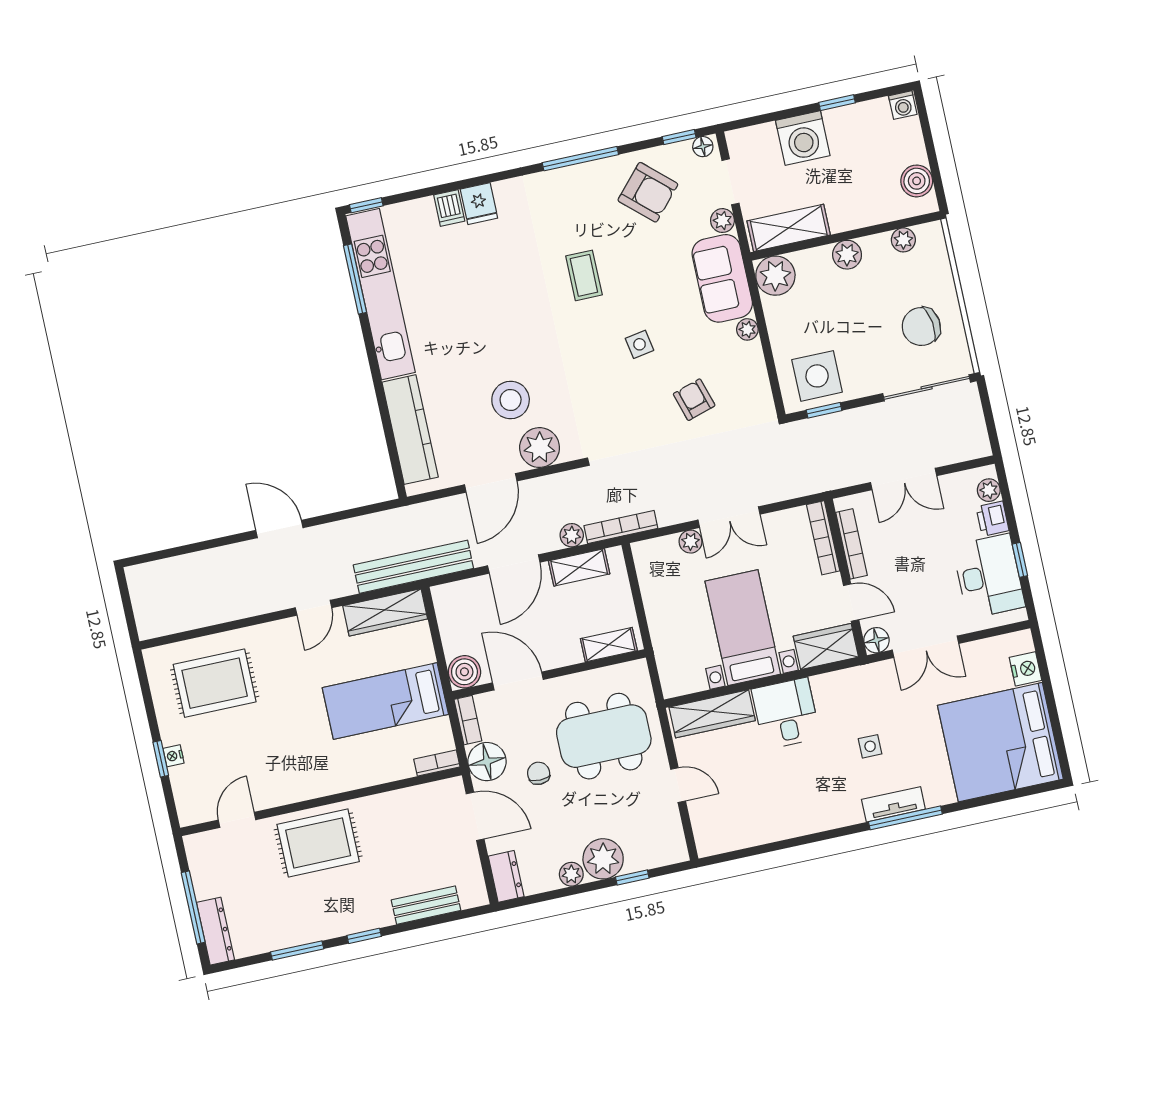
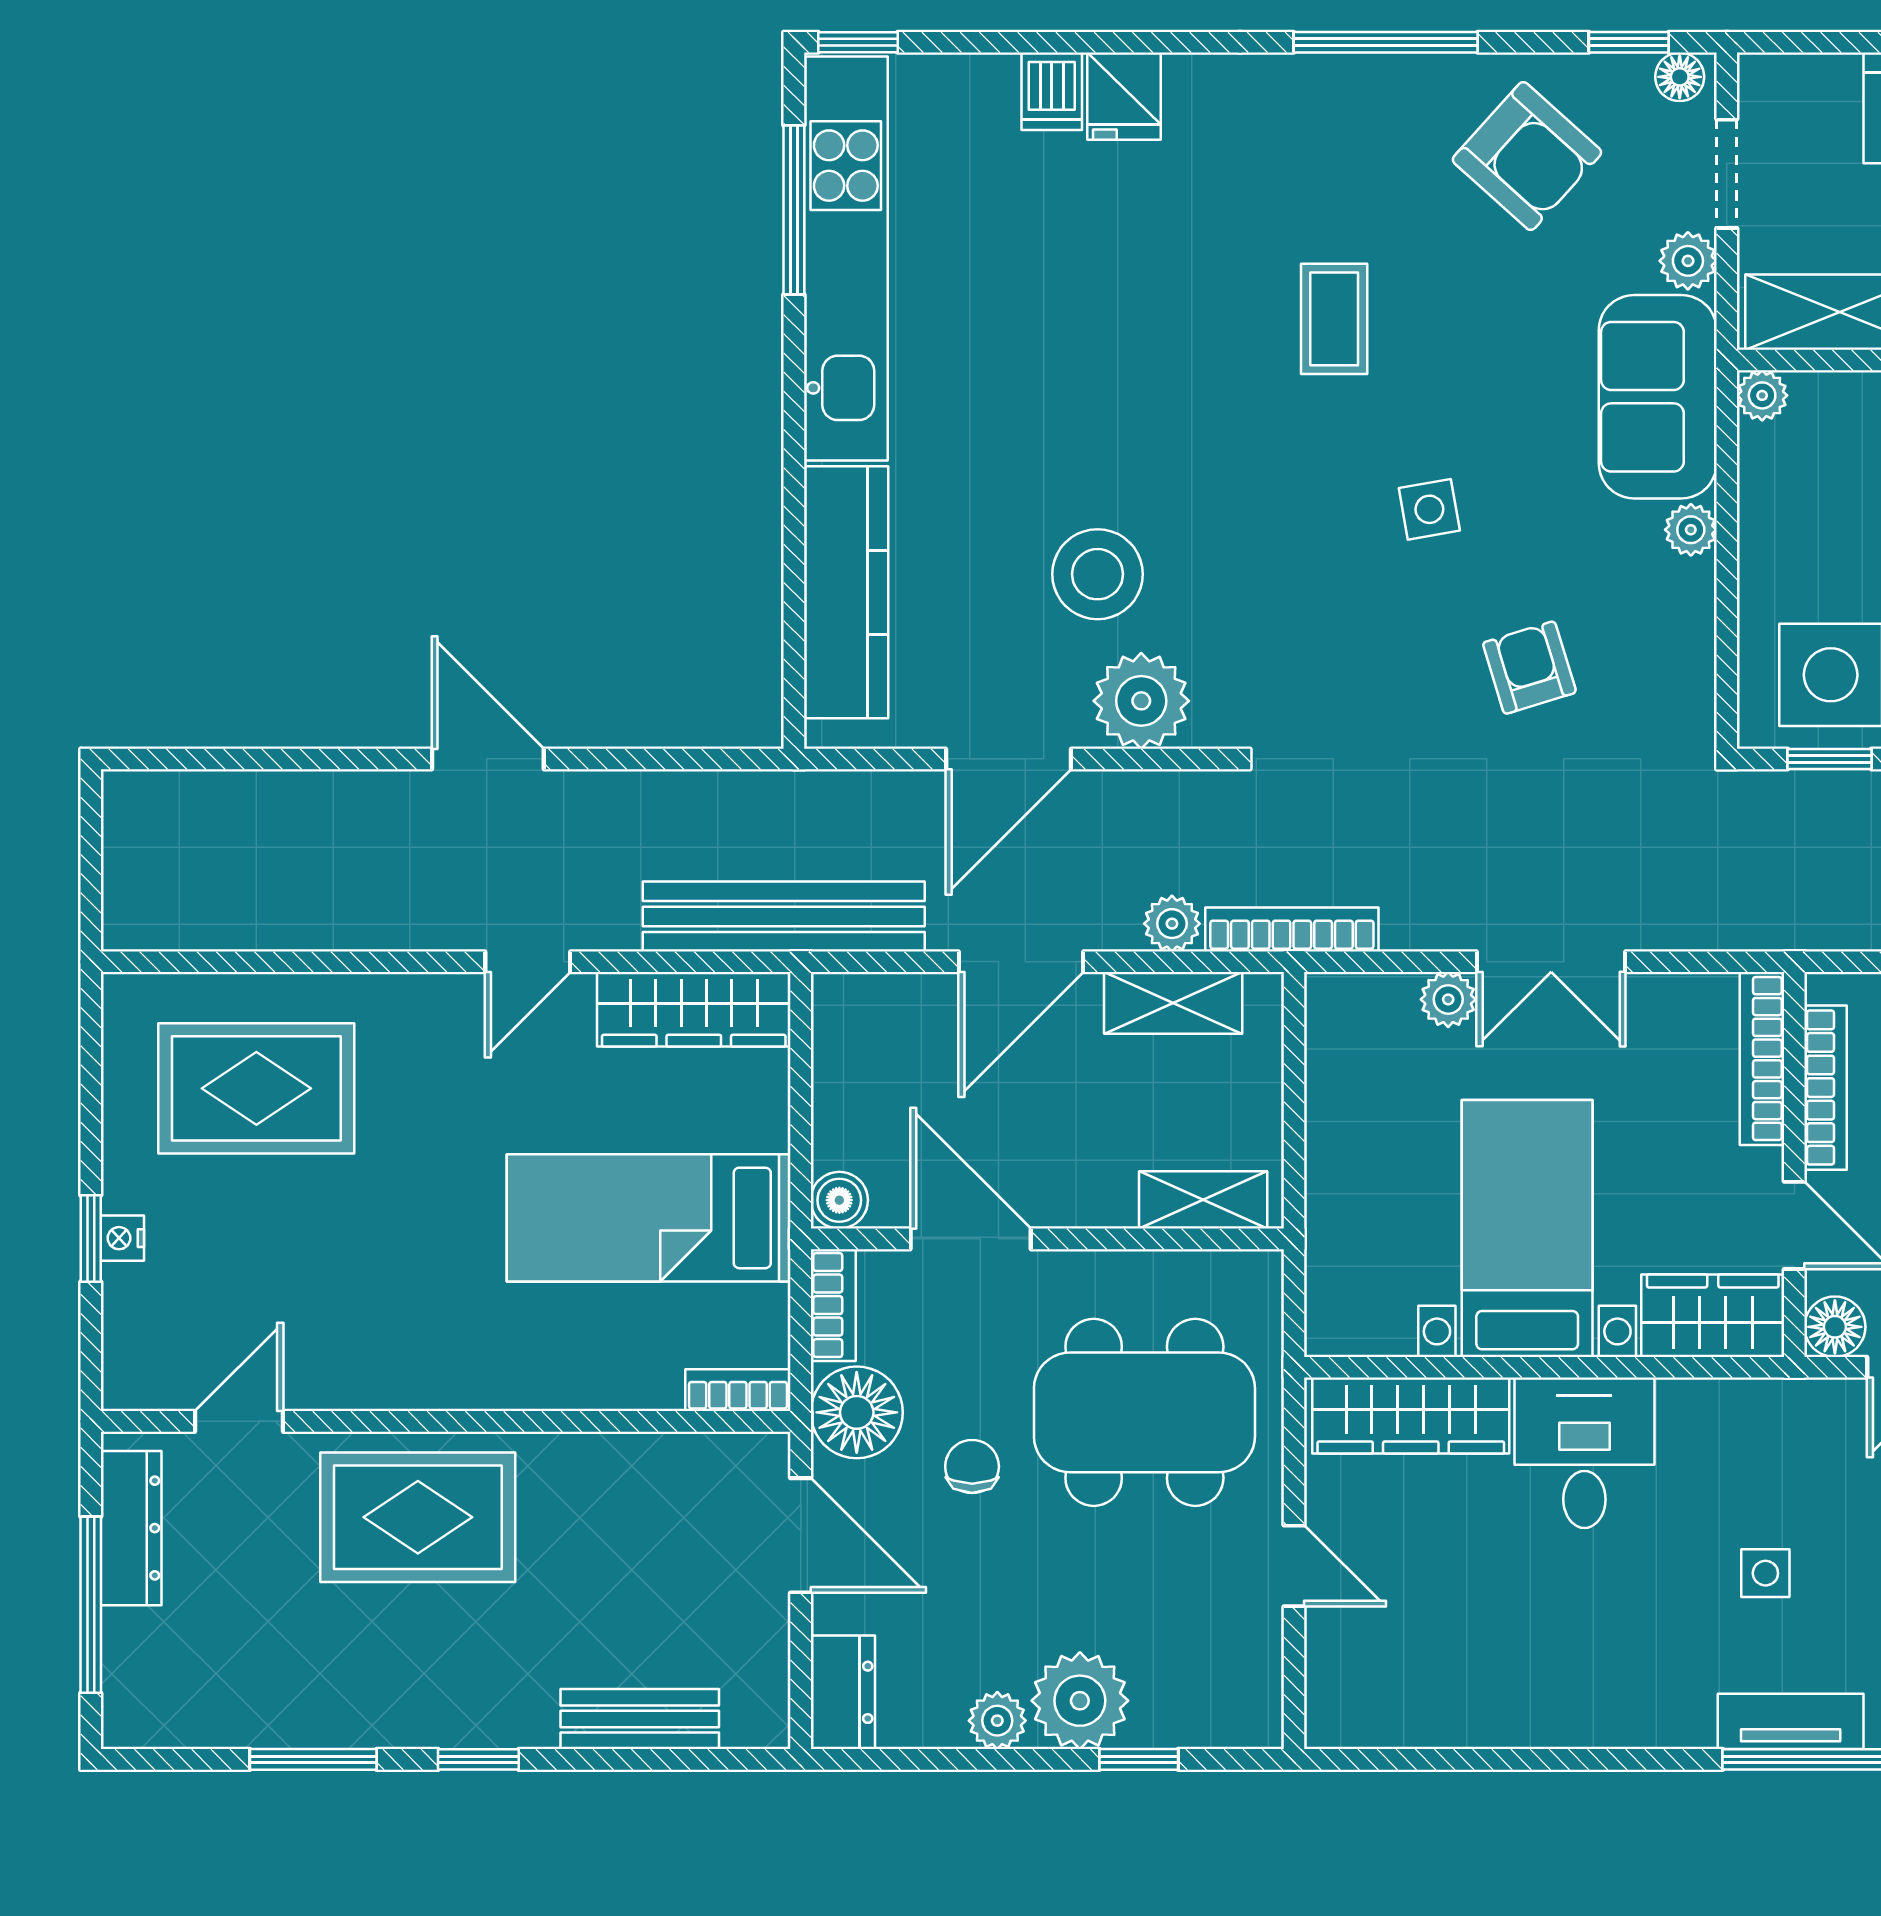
plant: (775, 276) -> (1762, 395), width x0.53, depth x0.53
boiler: (464, 672) -> (839, 1200), width x0.73, depth x0.73
dresser: (215, 931) -> (131, 1528), moved

